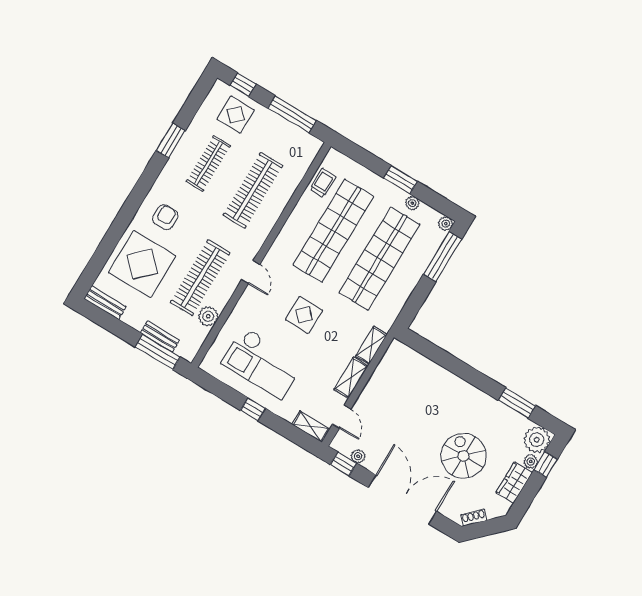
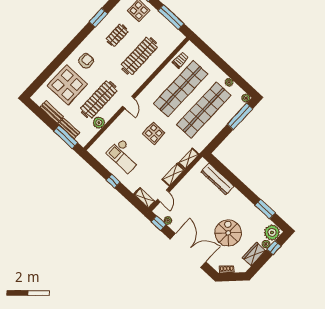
clothes rail: (208, 164) -> (117, 35), width x0.73
window: (400, 180) -> (225, 67), removed
bench: (105, 303) -> (52, 112), moved
checkout: (262, 363) -> (124, 156), width x0.73, depth x0.83
dresser: (427, 369) -> (217, 179), added

